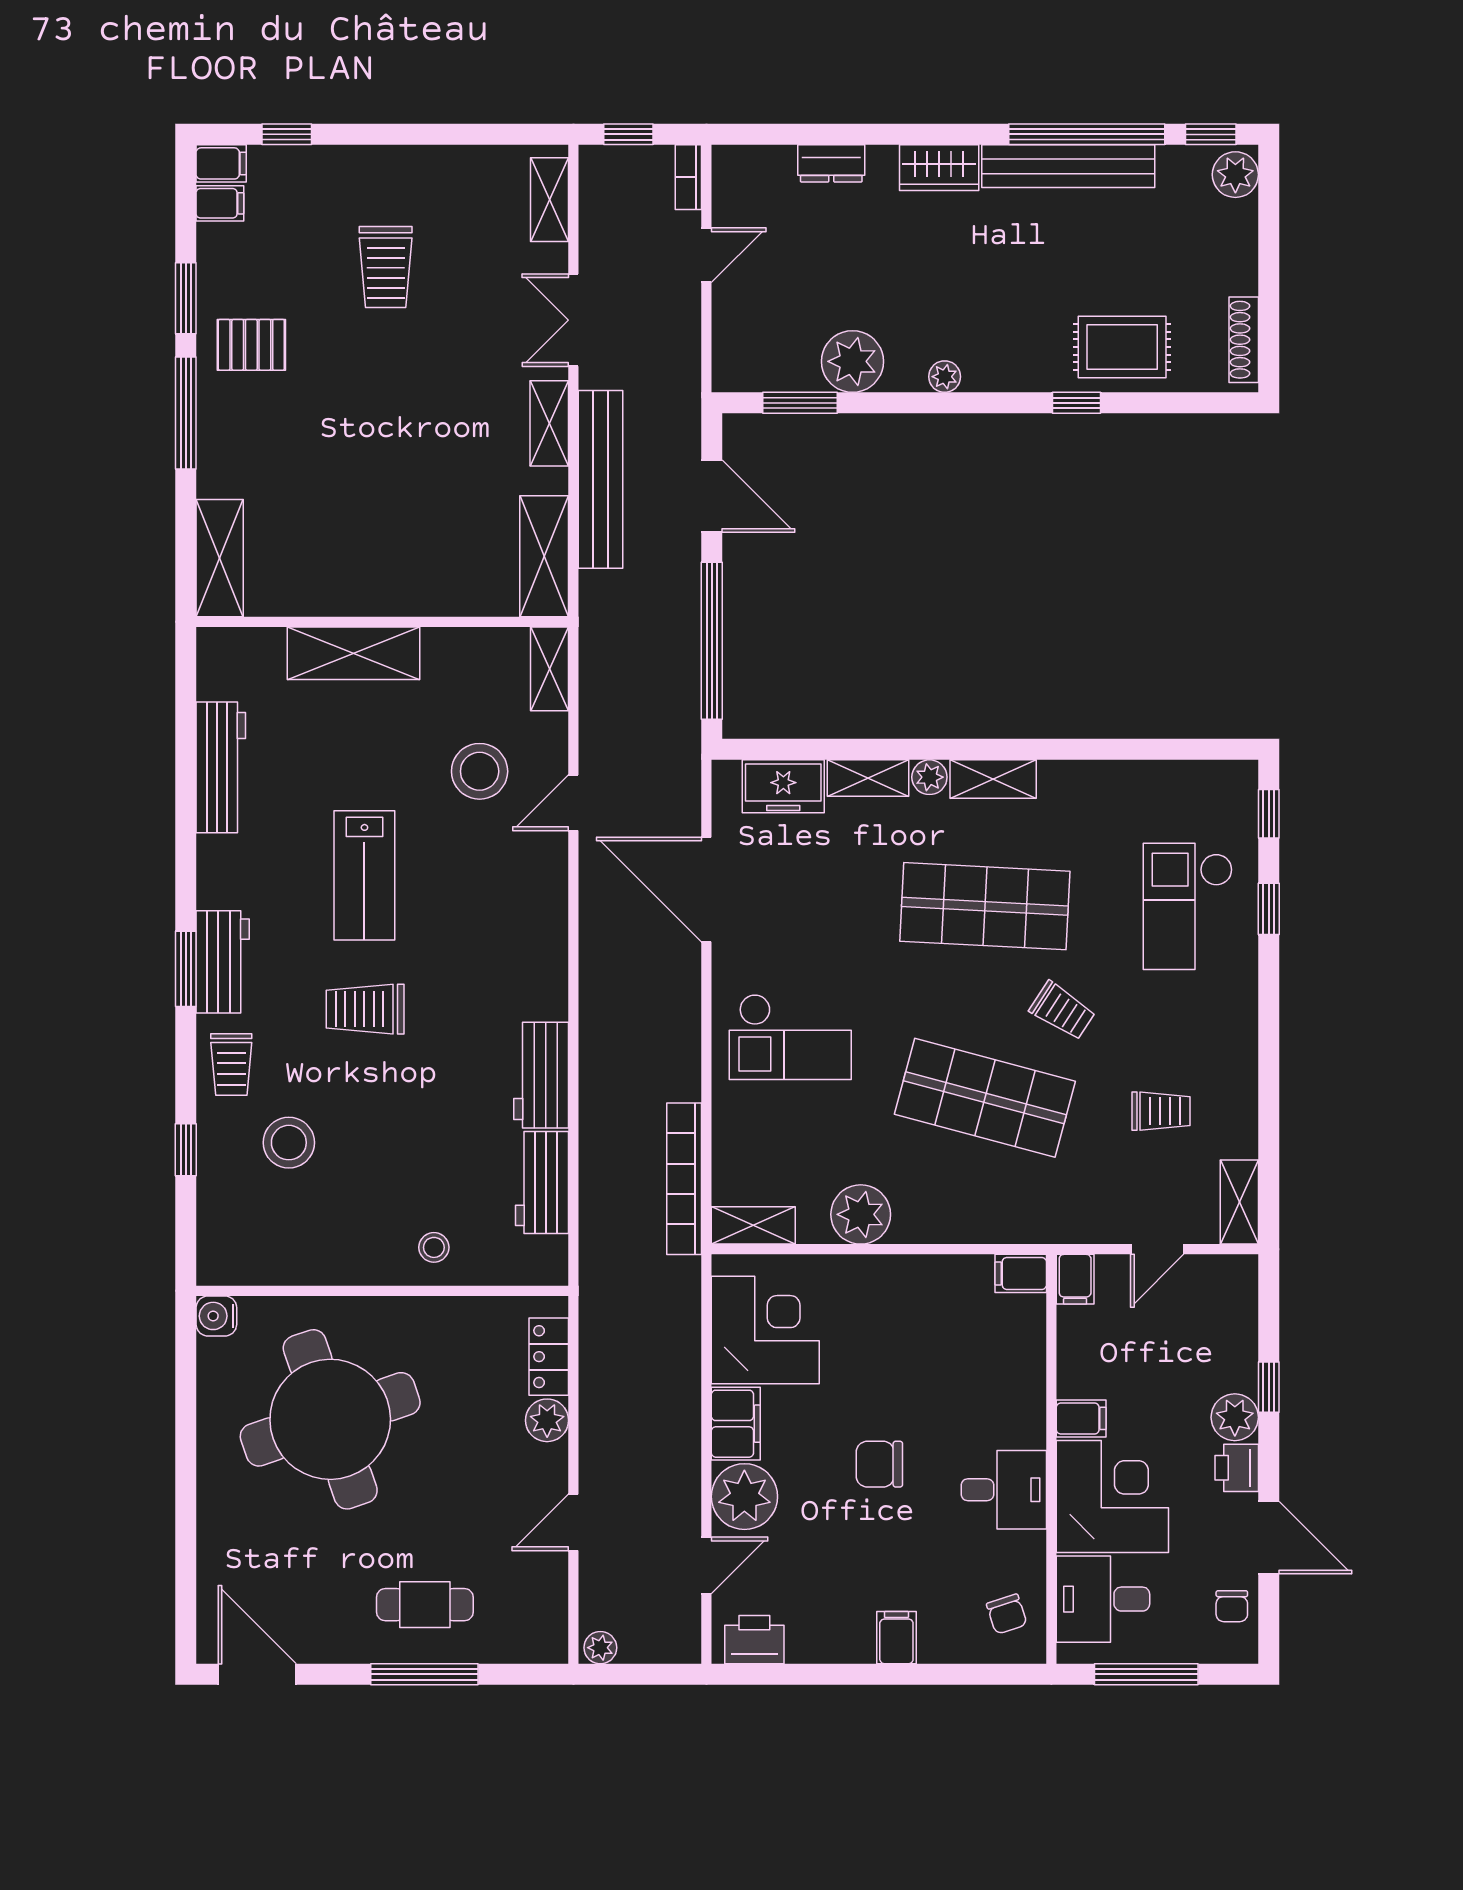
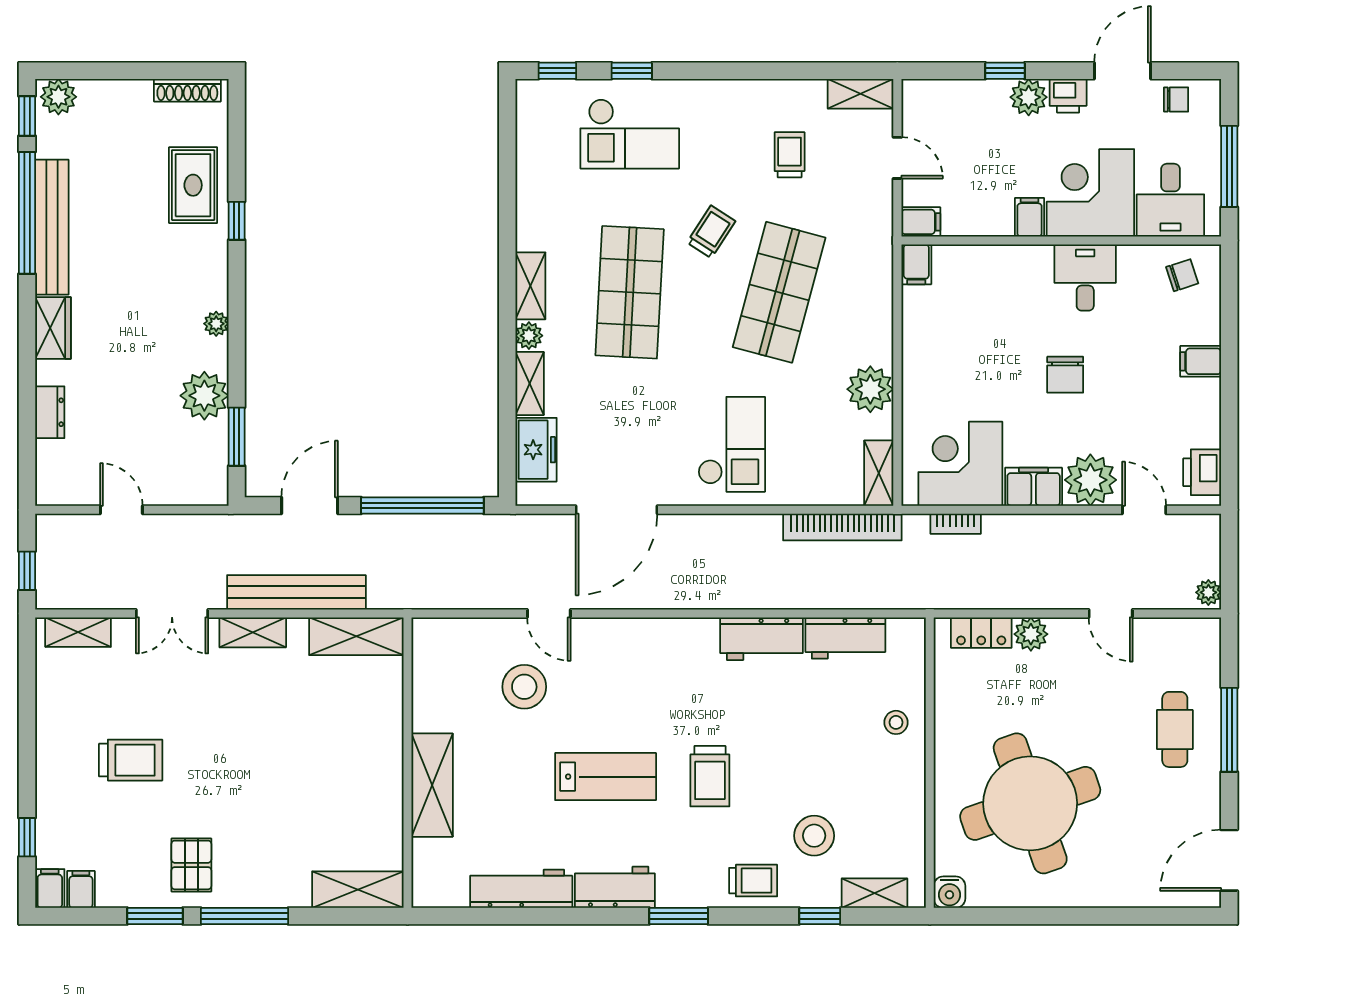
bookcase: (688, 177) -> (956, 524), moved
shelving: (550, 669) -> (874, 893), moved
workbench: (223, 962) -> (615, 887), moved

